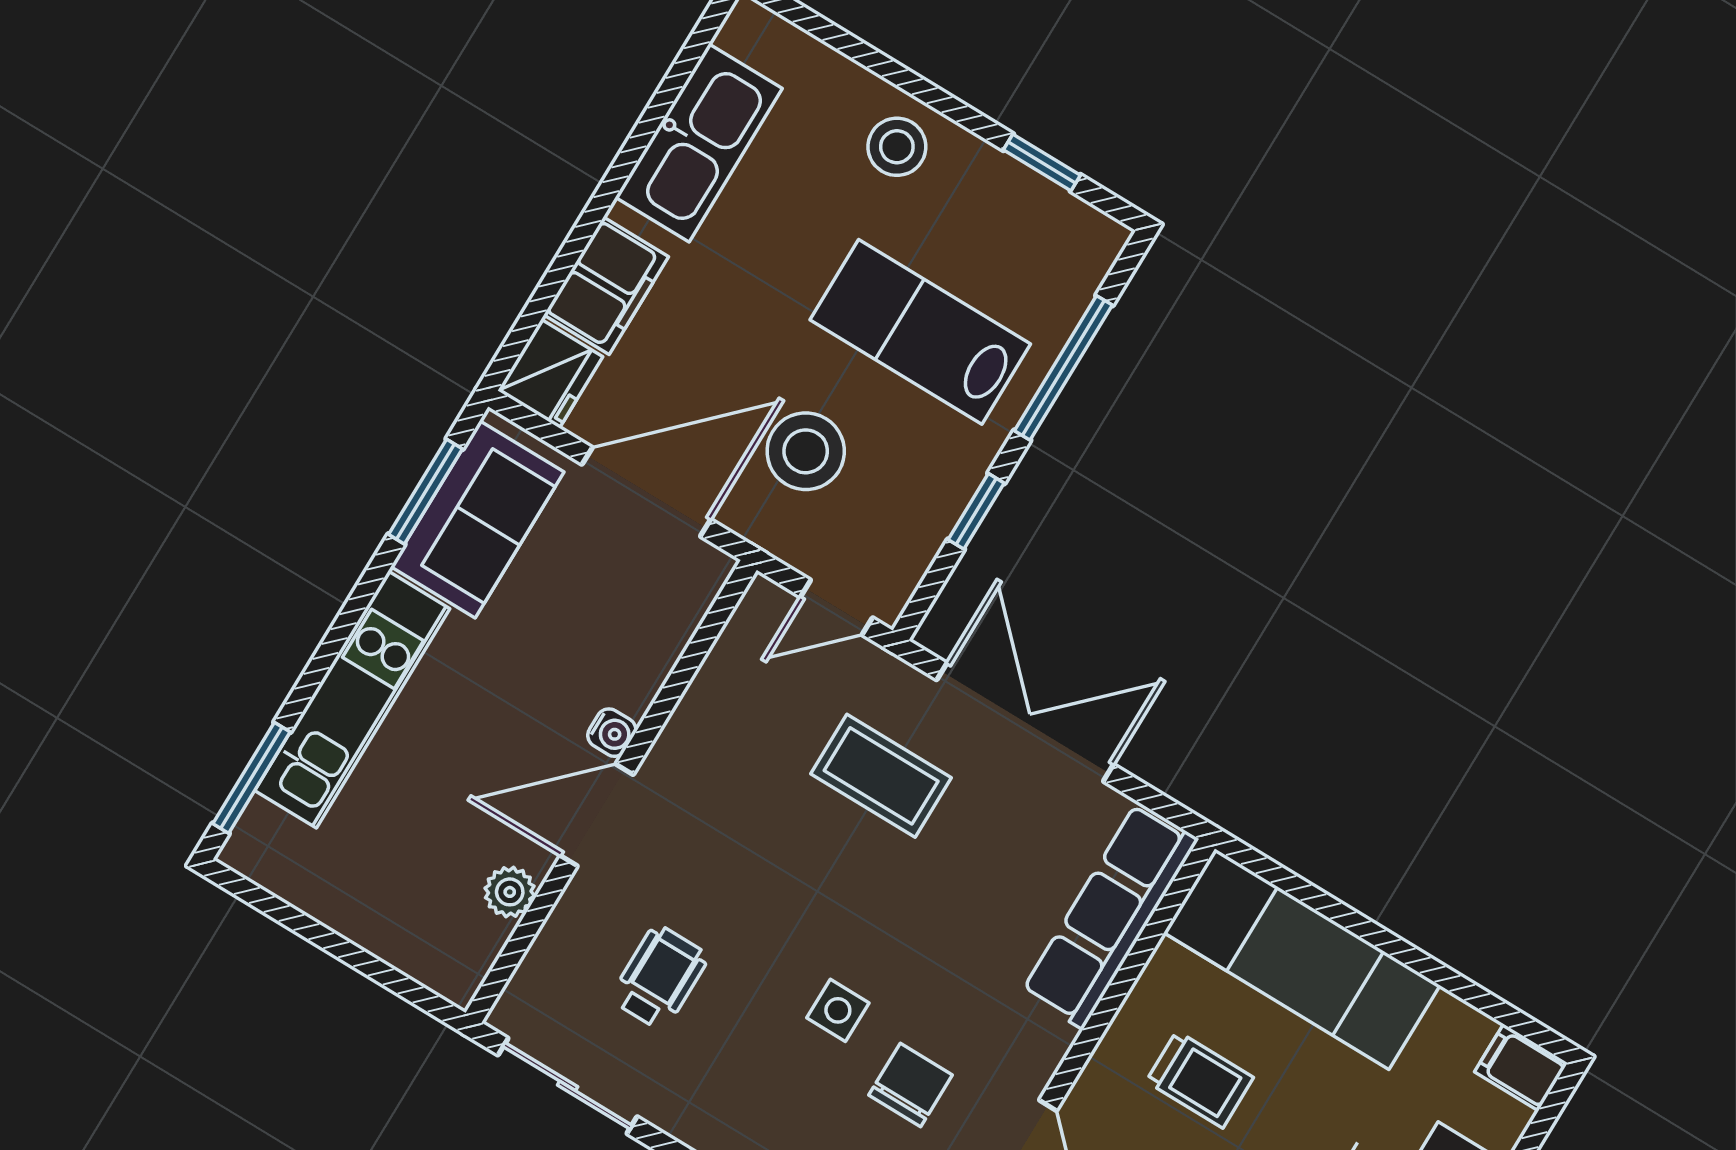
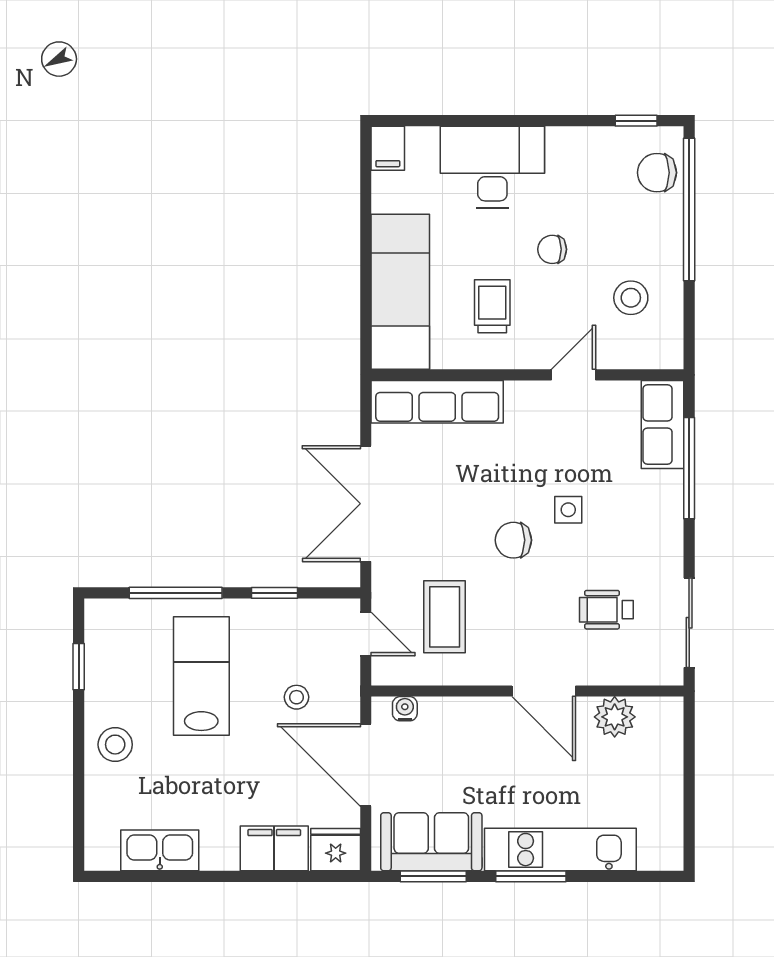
kitchen sink: (699, 143) -> (160, 850), width x0.73, depth x0.81
lab bench: (920, 332) -> (201, 676), turned 180
stool: (806, 451) -> (296, 697), width x0.53, depth x0.53
water cooler: (612, 733) -> (405, 709), moved
coffee table: (881, 776) -> (445, 617), moved
window: (251, 778) -> (531, 876), moved
plant: (510, 892) -> (615, 717), width x1.38, depth x1.38
chair: (910, 1085) -> (513, 540), moved

